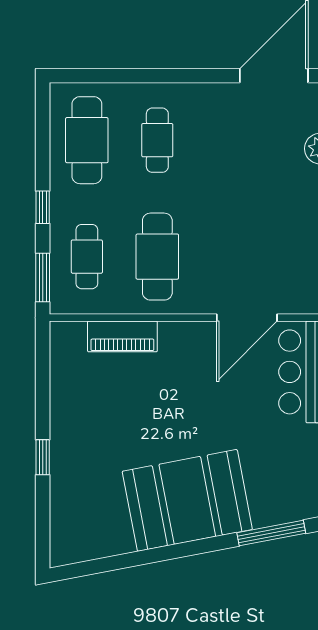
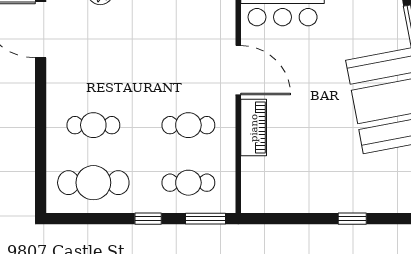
cafe table: (157, 257) -> (188, 125), width x0.73, depth x0.74
door: (247, 318) -> (238, 70), moved
piano: (122, 336) -> (254, 128), moved

